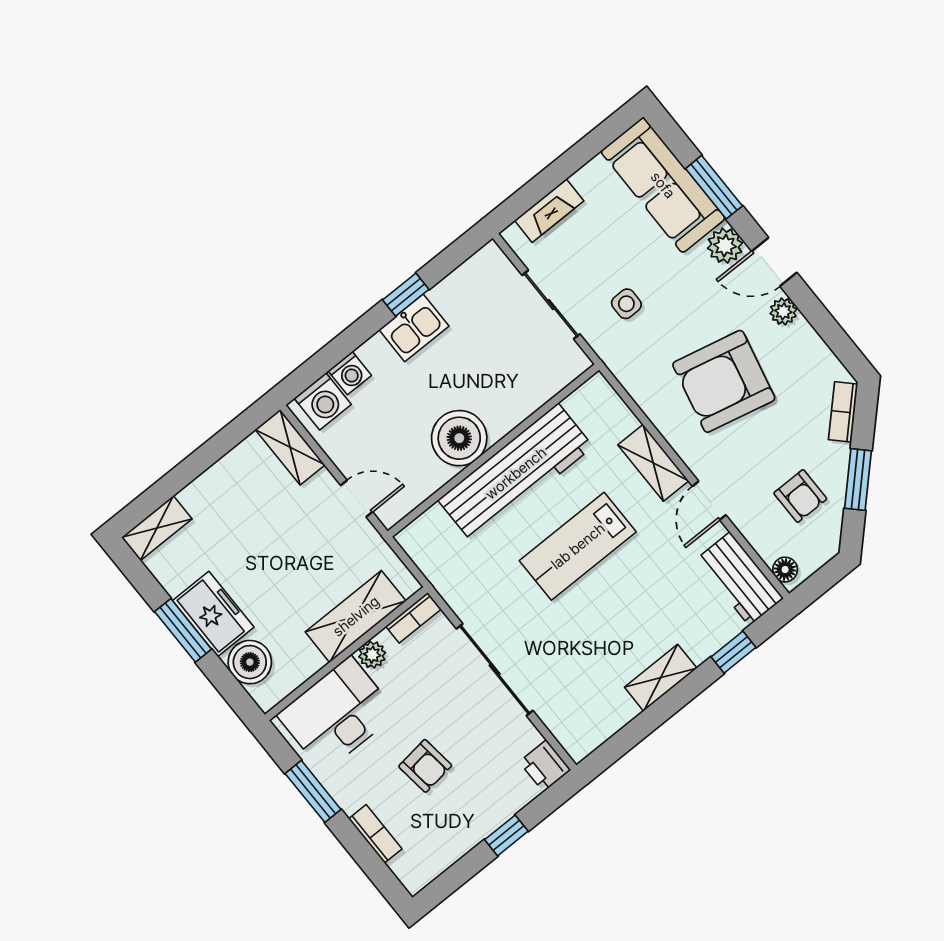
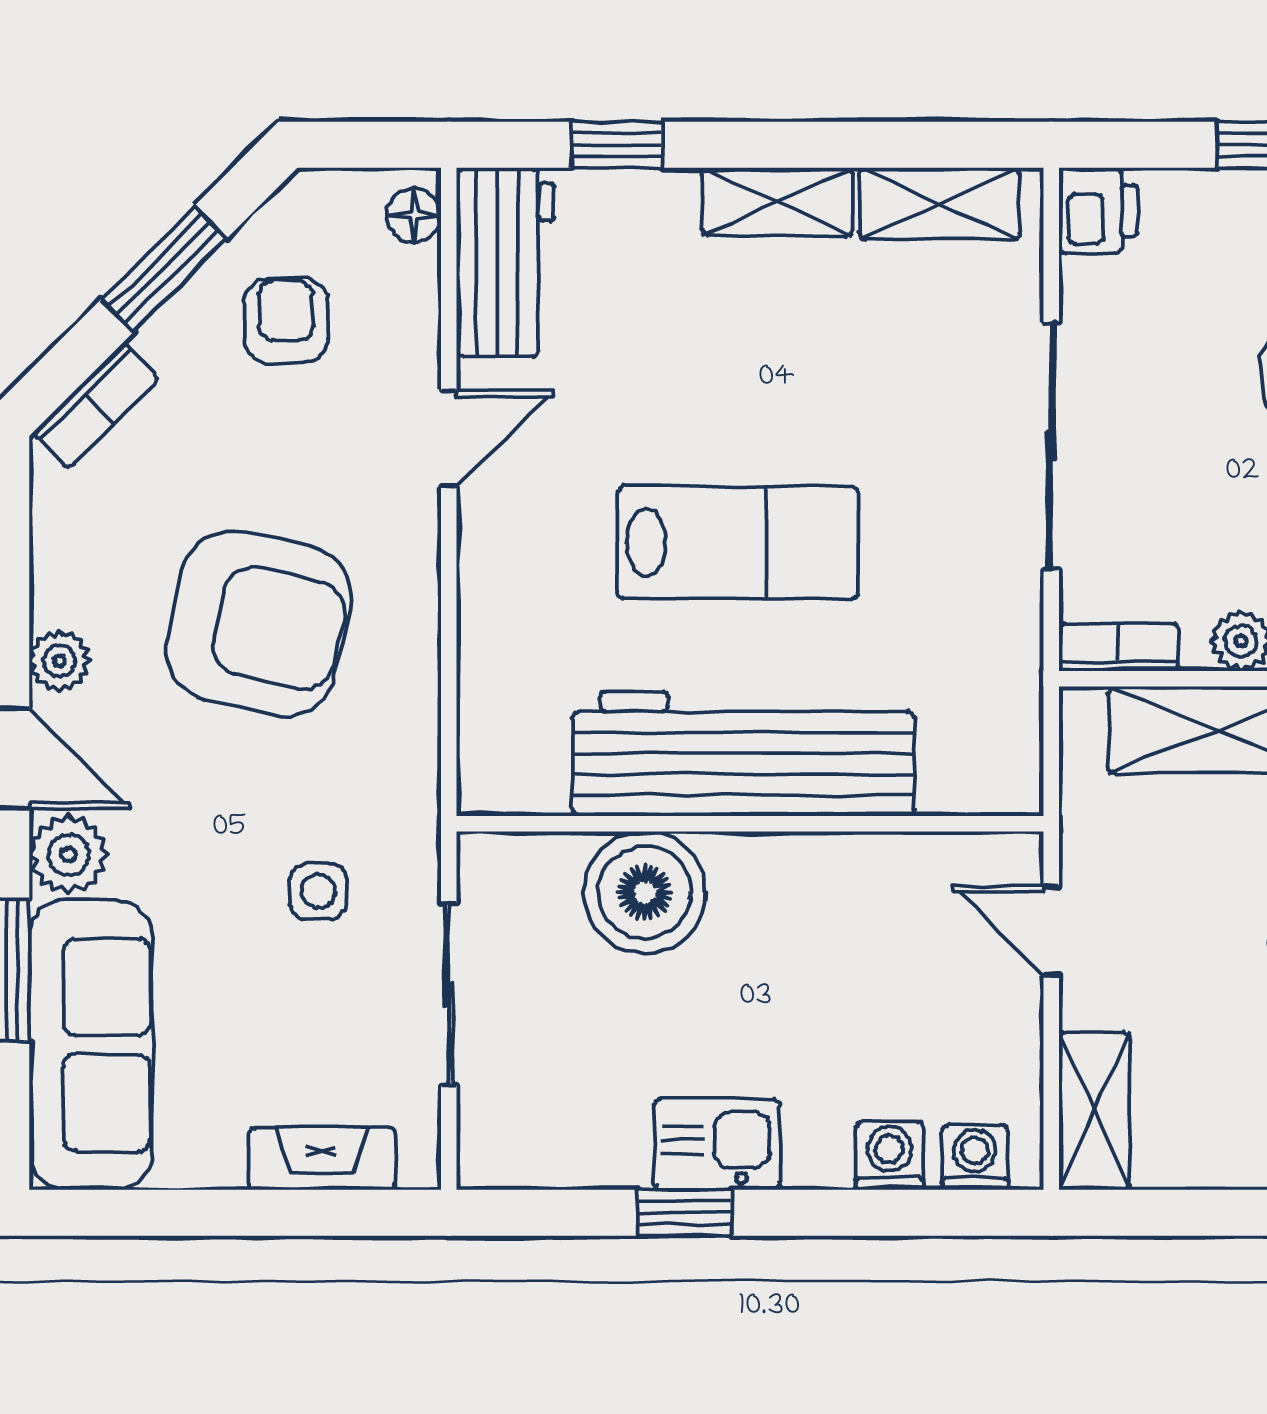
washing machine: (323, 401) -> (975, 1157), width x0.73, depth x0.73
boiler: (459, 438) -> (645, 892), moved
shelving: (653, 463) -> (939, 204), moved, turned 90

